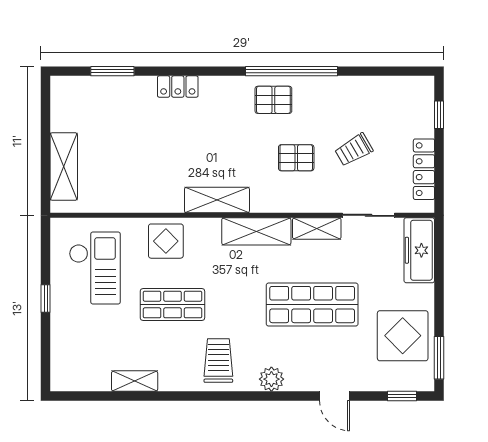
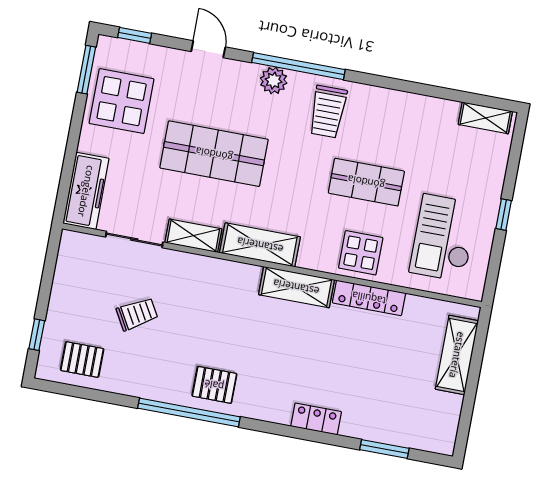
pallet: (296, 158) -> (82, 360), moved
locker: (424, 169) -> (369, 298), moved, turned 90
shelving: (135, 381) -> (485, 118), moved
window: (252, 396) -> (298, 66), added

